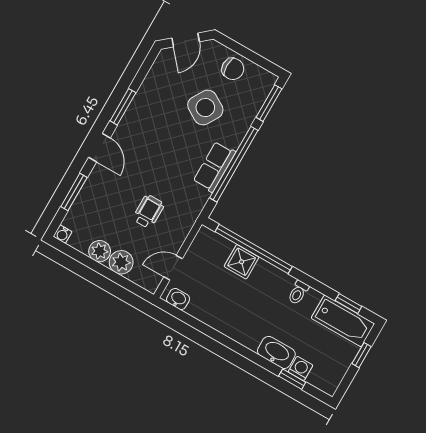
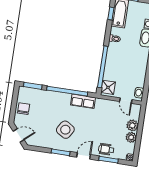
side table: (205, 108) -> (65, 130), moved
row of seats: (214, 167) -> (83, 101), moved
wheelchair: (148, 212) -> (106, 149), moved
shower: (242, 262) -> (108, 87), moved

